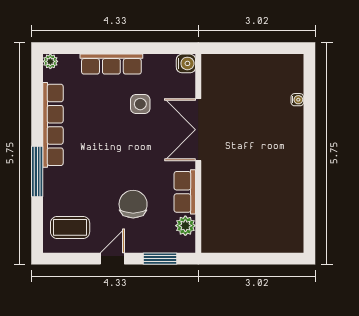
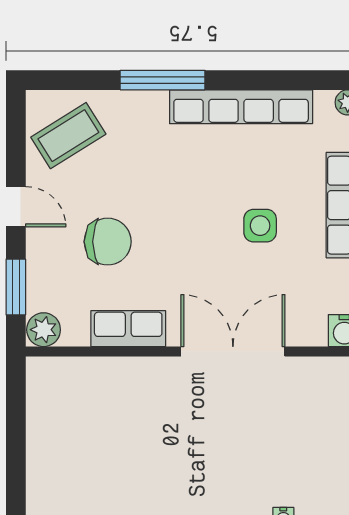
side table: (140, 104) -> (260, 226), moved
plant: (185, 226) -> (44, 330), moved
coffee table: (70, 227) -> (68, 136), turned 58

